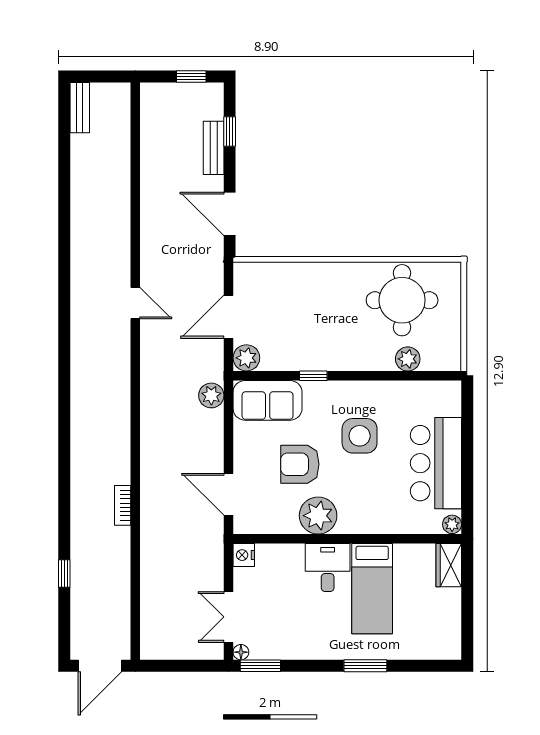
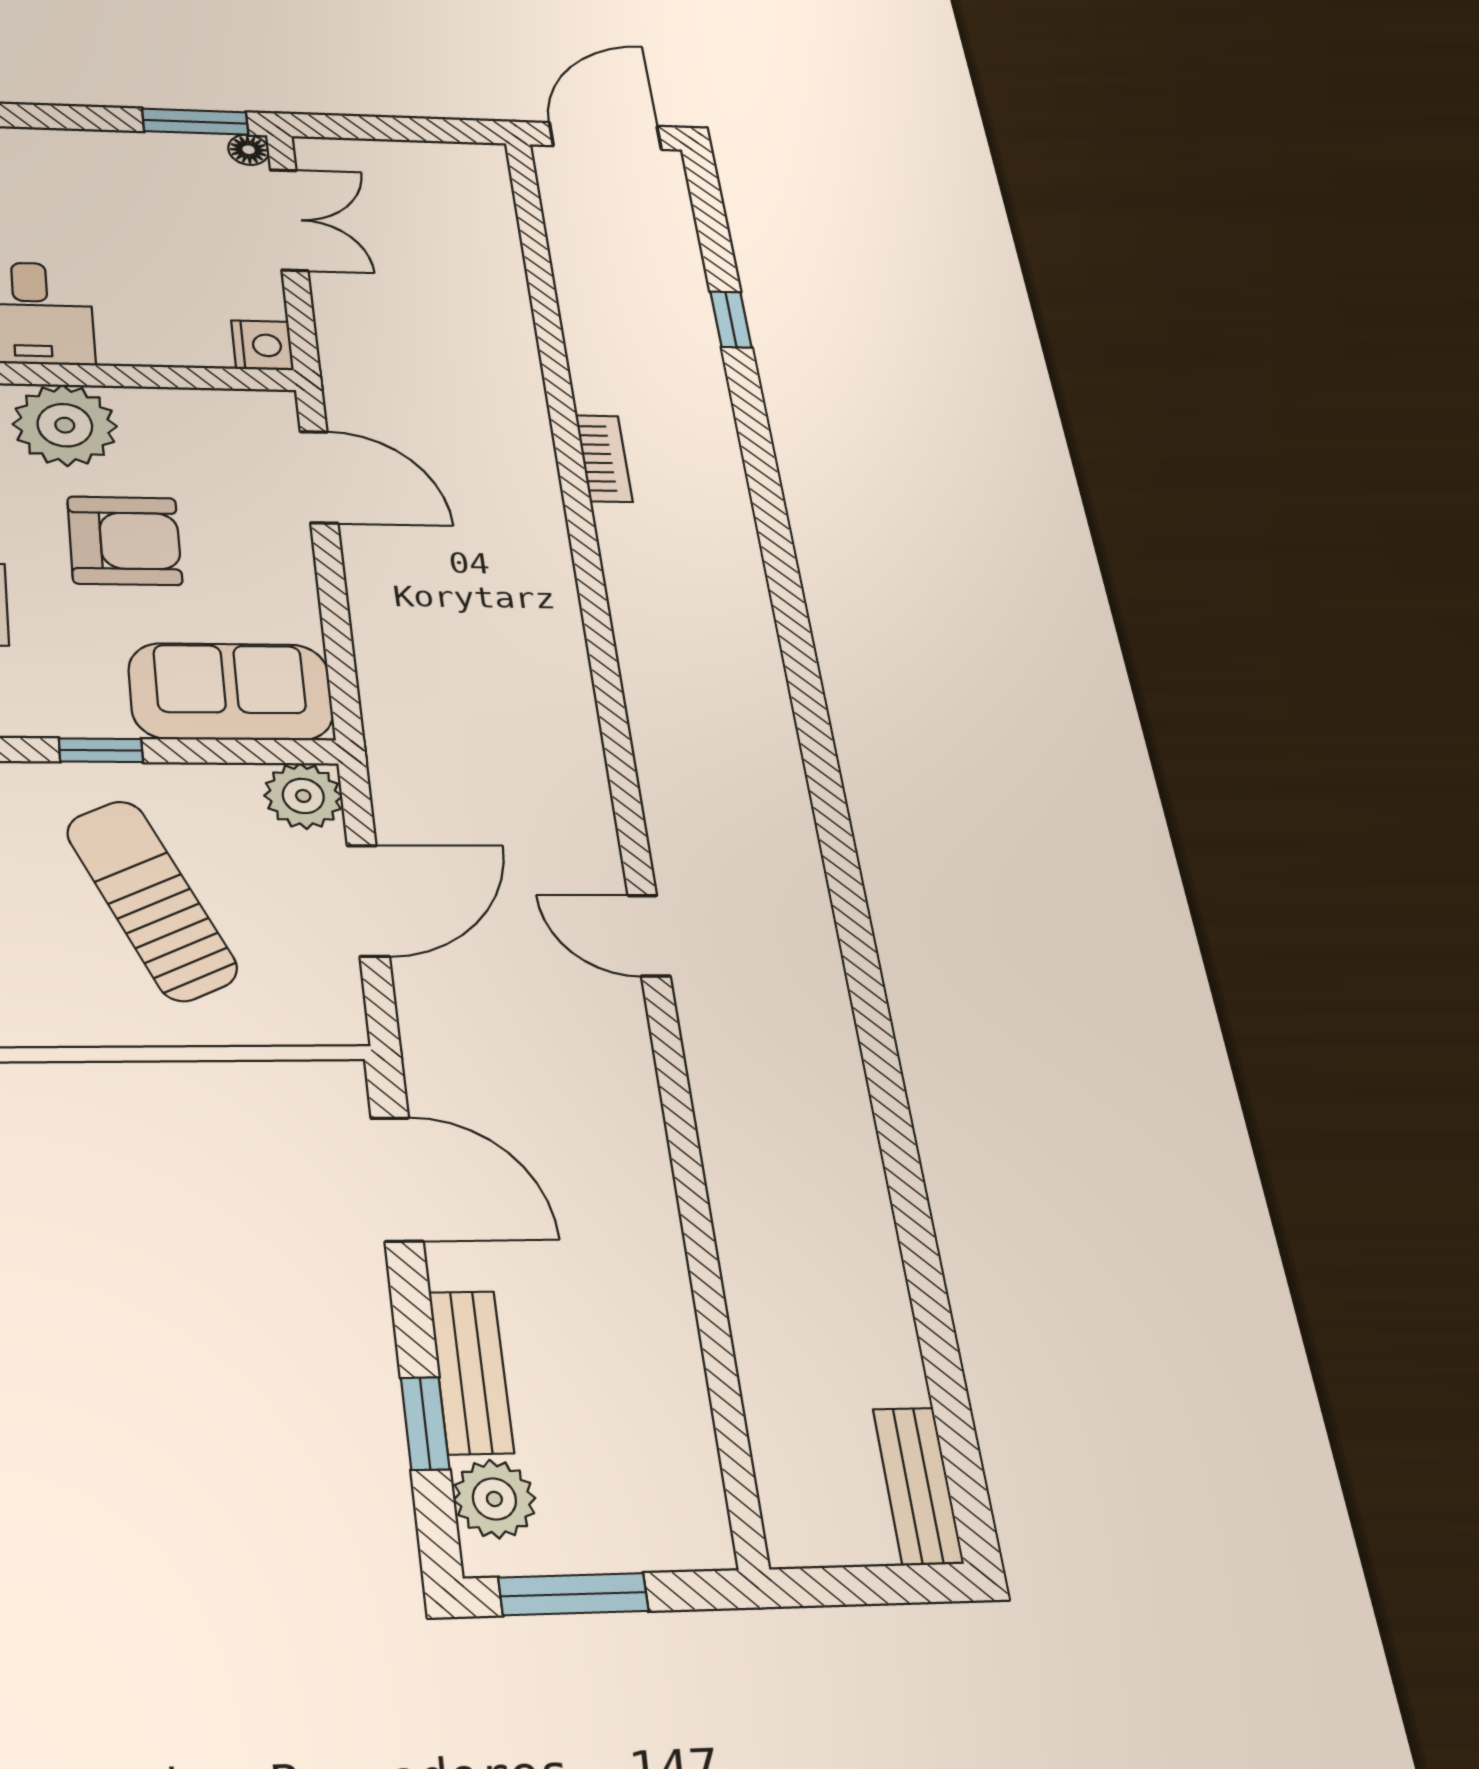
window: (191, 76) -> (573, 1594), width x1.50
sun lounger: (300, 317) -> (151, 900), added
plant: (211, 395) -> (494, 1499), moved

